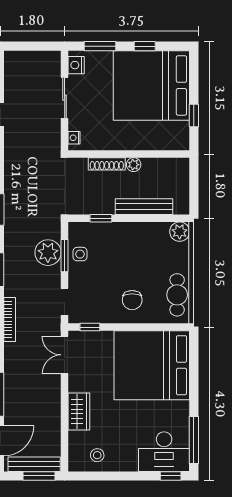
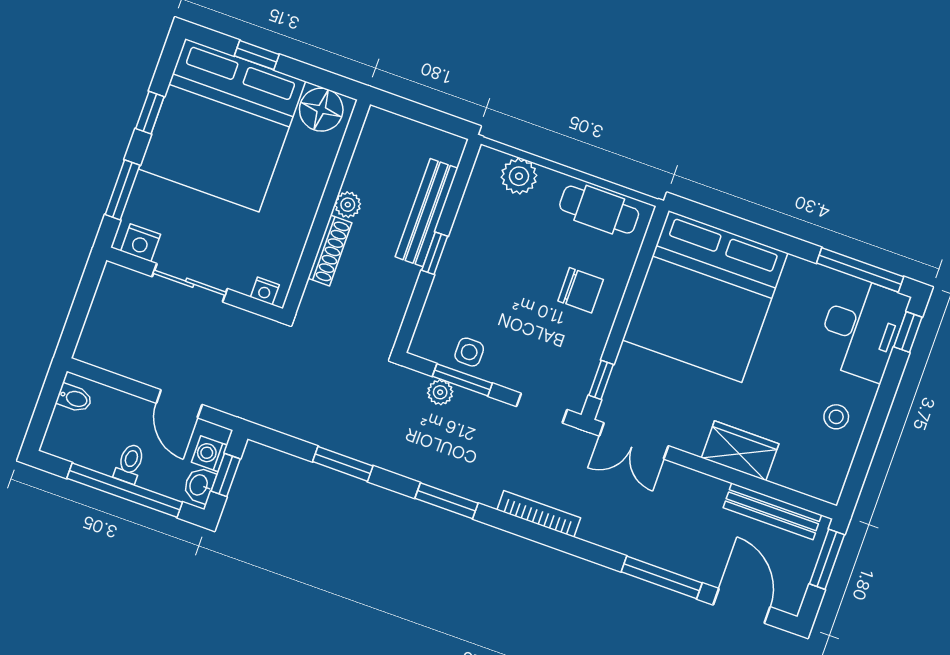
window: (194, 116) -> (257, 55), moved
floor lamp: (178, 134) -> (321, 110), added
window: (101, 218) -> (435, 253), moved
plant: (180, 232) -> (519, 176), moved
plant: (48, 253) -> (440, 392), width x0.53, depth x0.53
stool: (97, 455) -> (836, 417), moved
bench: (34, 464) -> (772, 511), moved, turned 90

